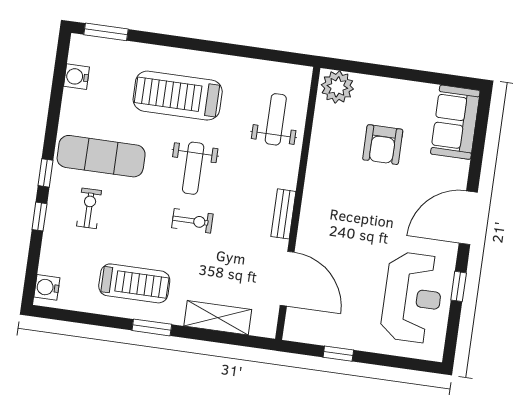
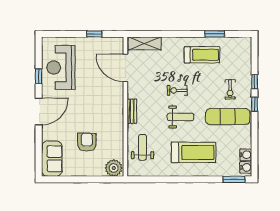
weight bench: (276, 119) -> (142, 147), turned 180
weight bench: (193, 168) -> (181, 117), turned 90
bench: (283, 214) -> (132, 111), moved
treadmill: (134, 283) -> (202, 55), turned 180
water cooler: (47, 287) -> (246, 167), moved
shelving: (218, 318) -> (145, 43), moved
window: (152, 327) -> (215, 34), moved

